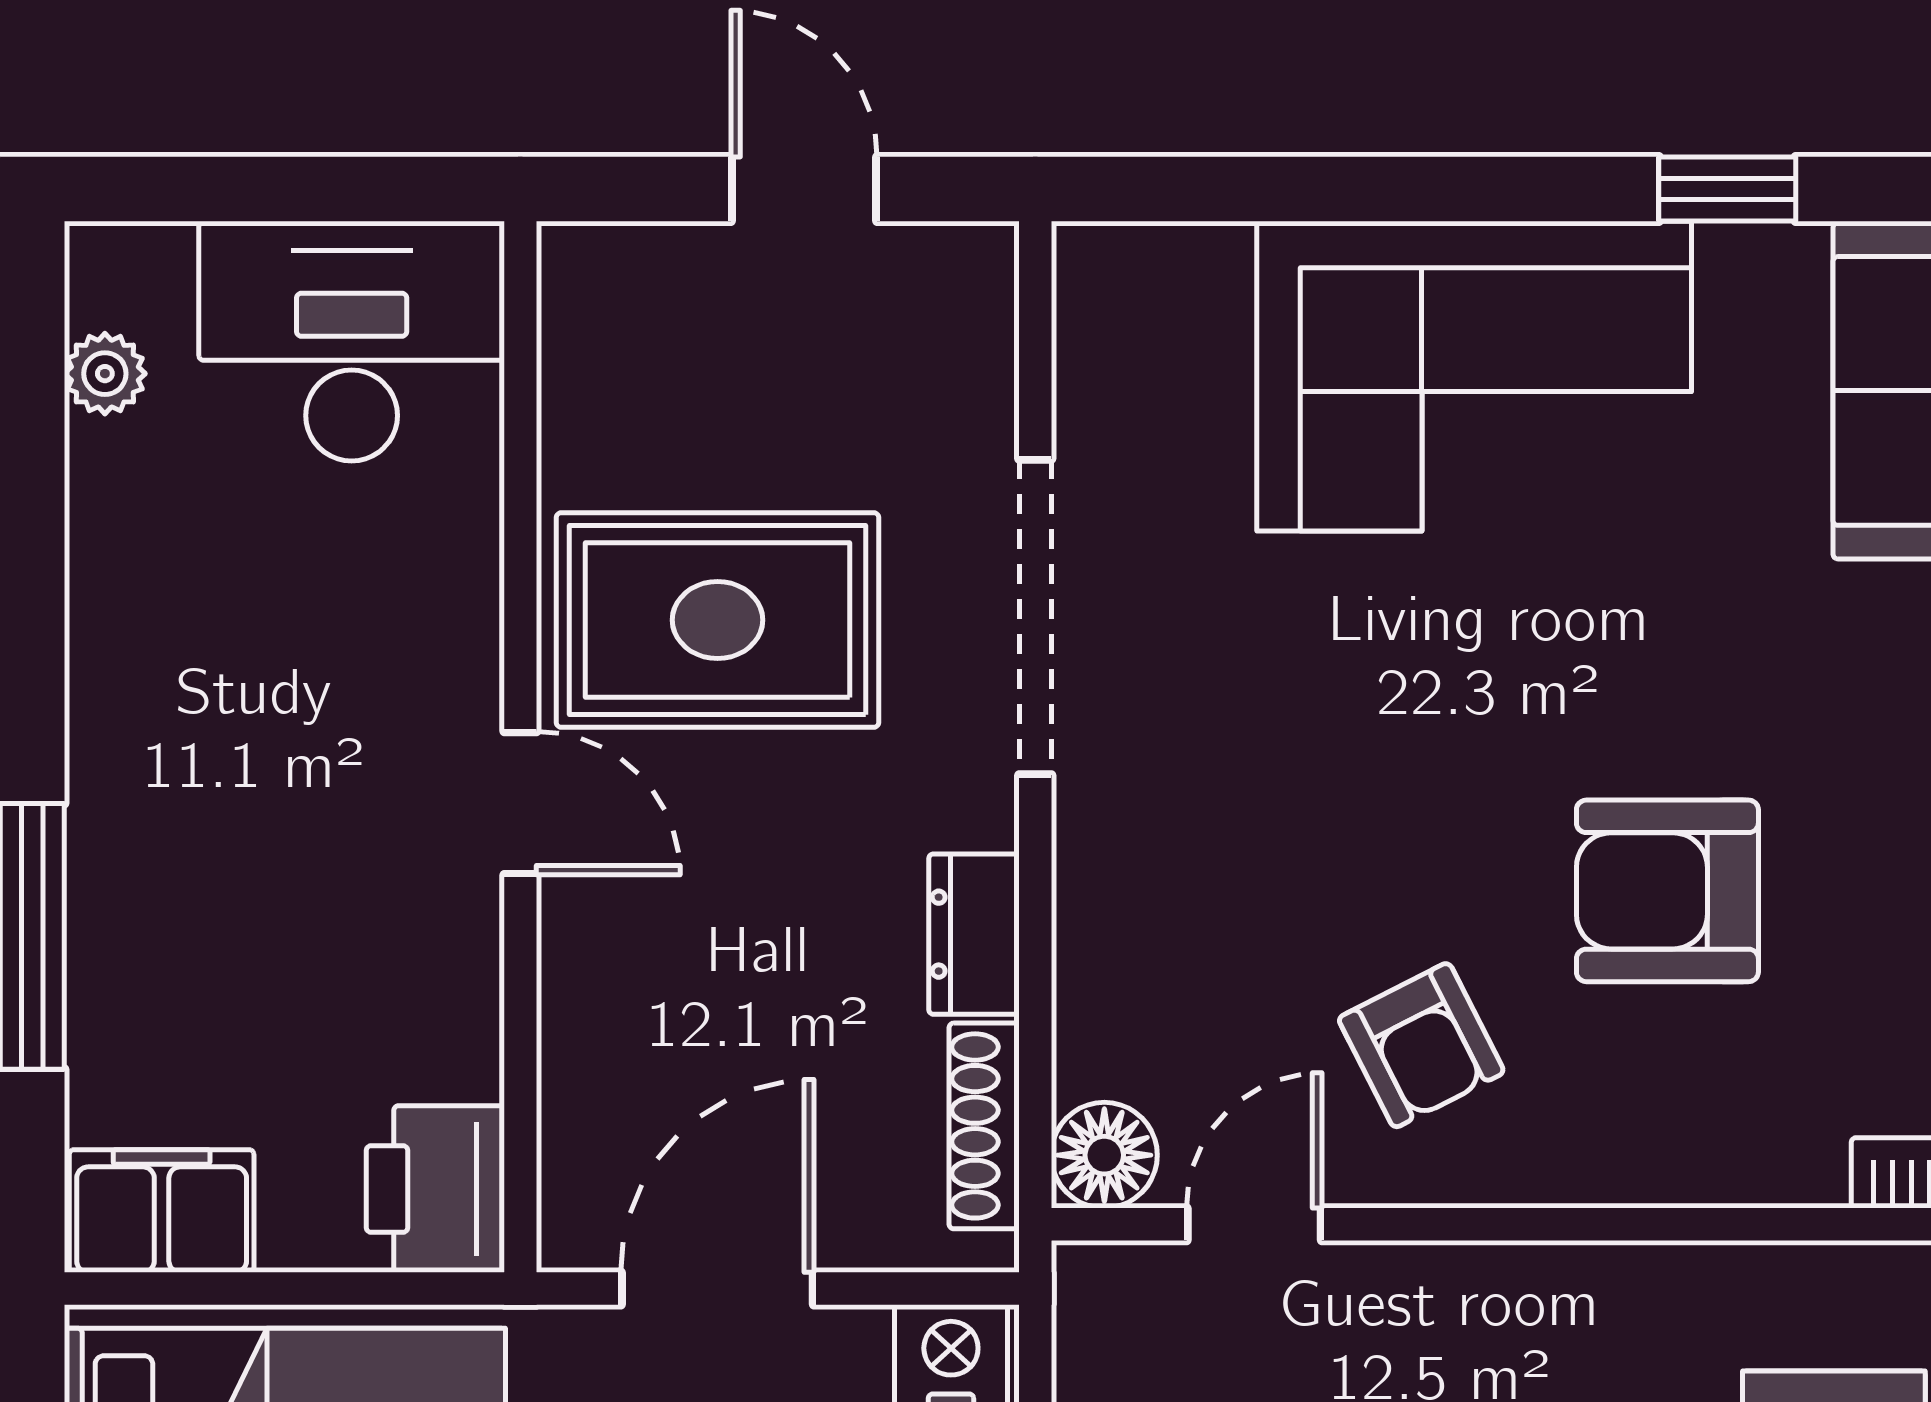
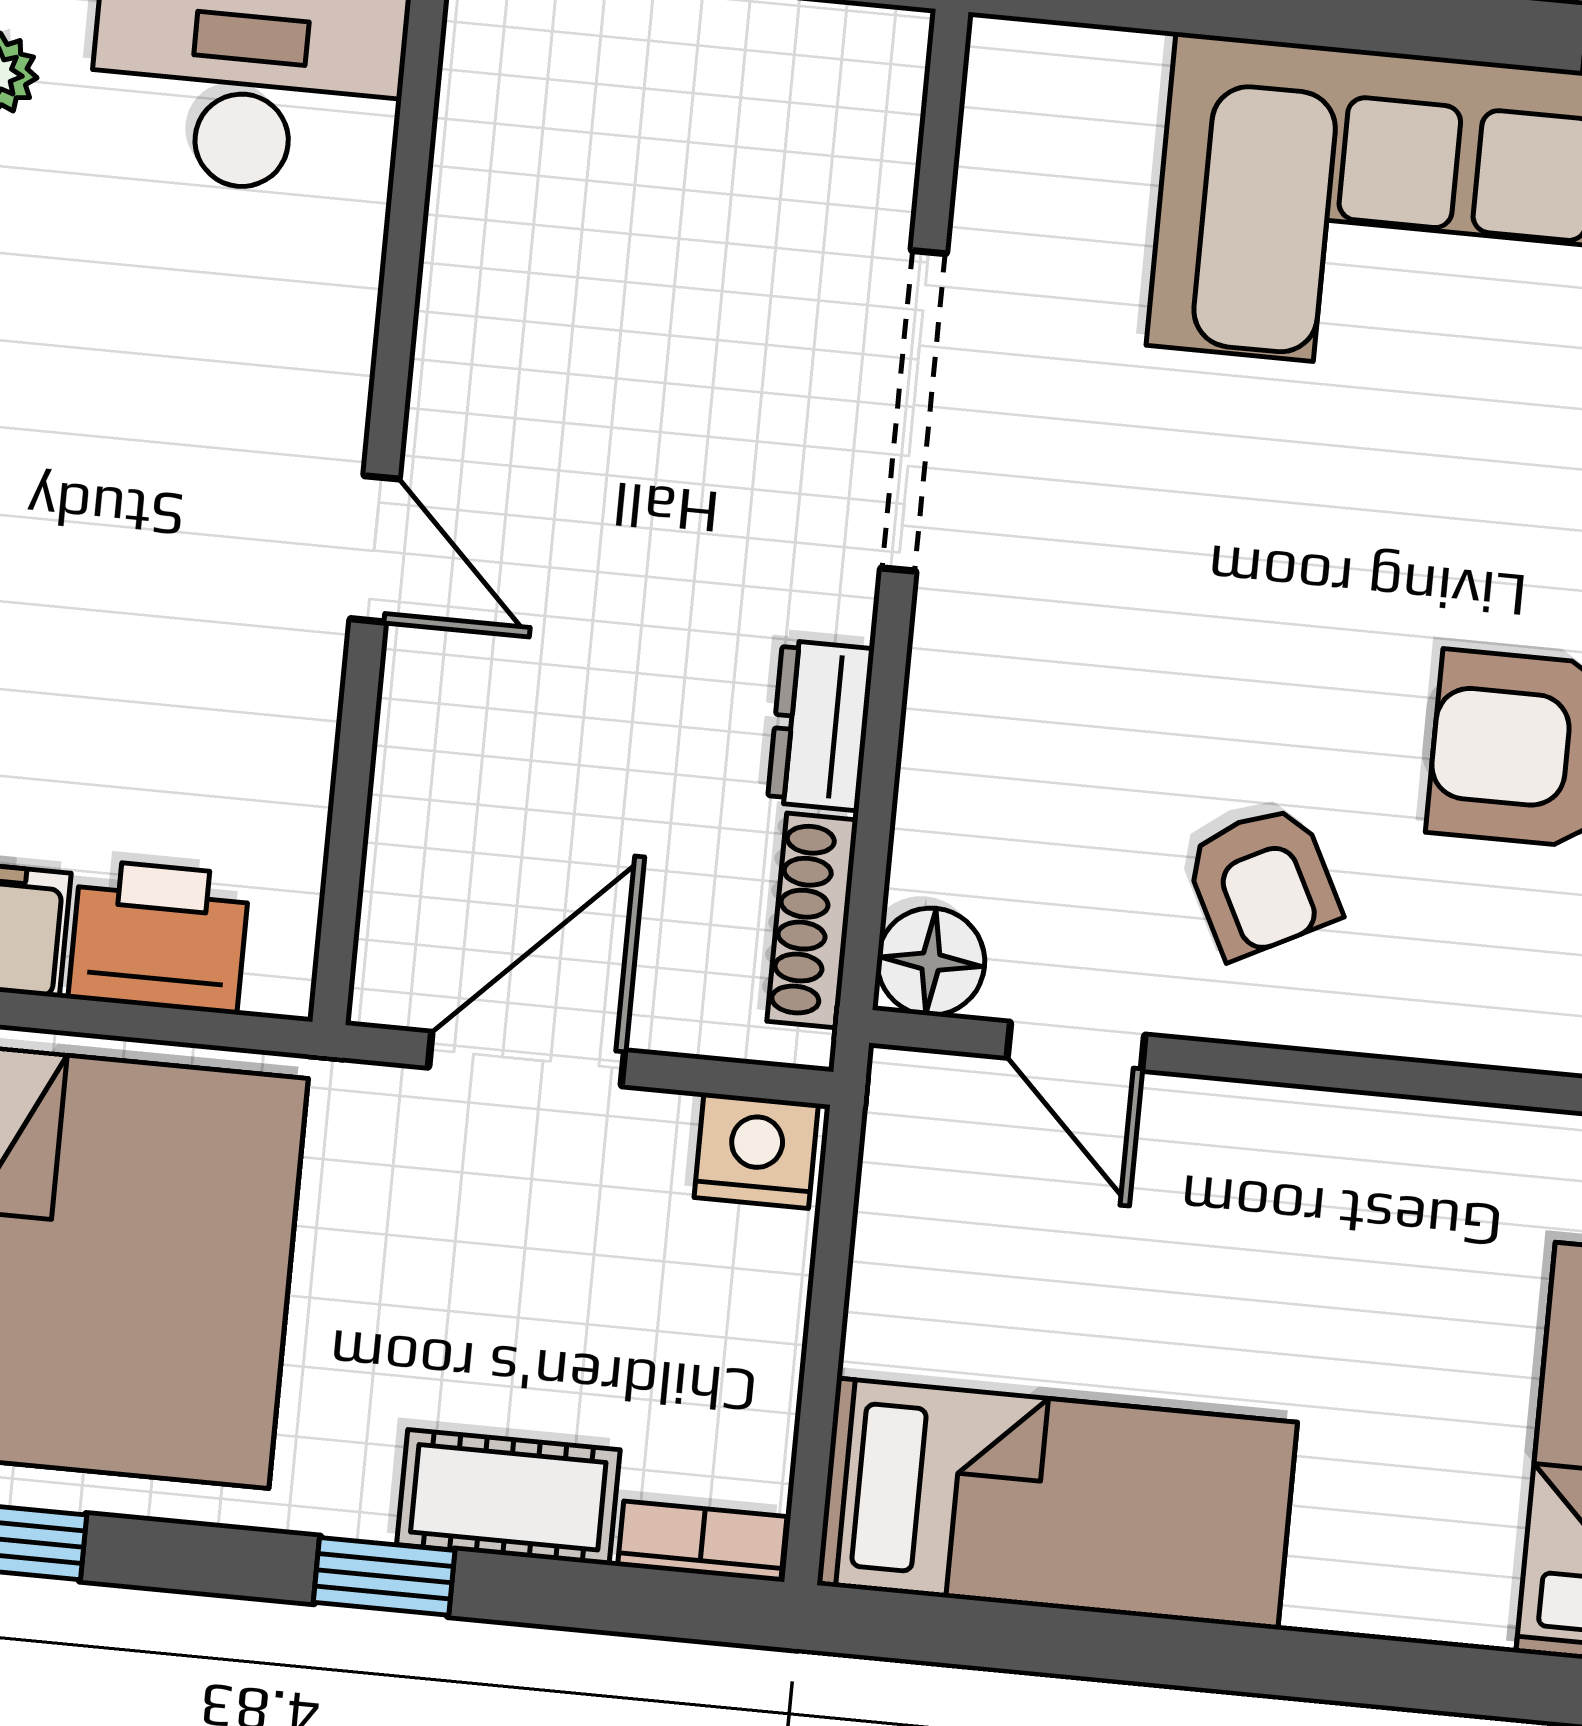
rug: (718, 620) -> (592, 383), removed
printer: (435, 1189) -> (159, 937), moved, turned 90
door: (1254, 1224) -> (1076, 1046), swing flipped

